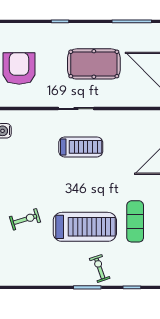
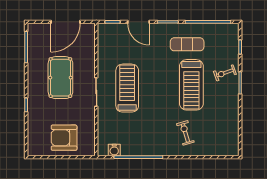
treadmill: (81, 147) -> (127, 88), width x1.37, depth x1.38
treadmill: (85, 227) -> (191, 85), turned 180

